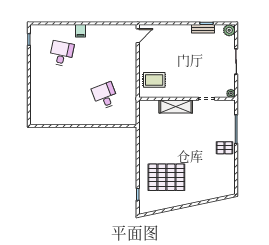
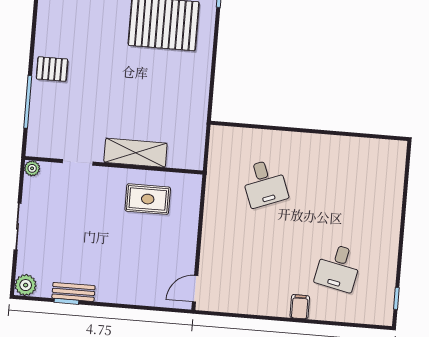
rug: (154, 80) -> (148, 199), moved

